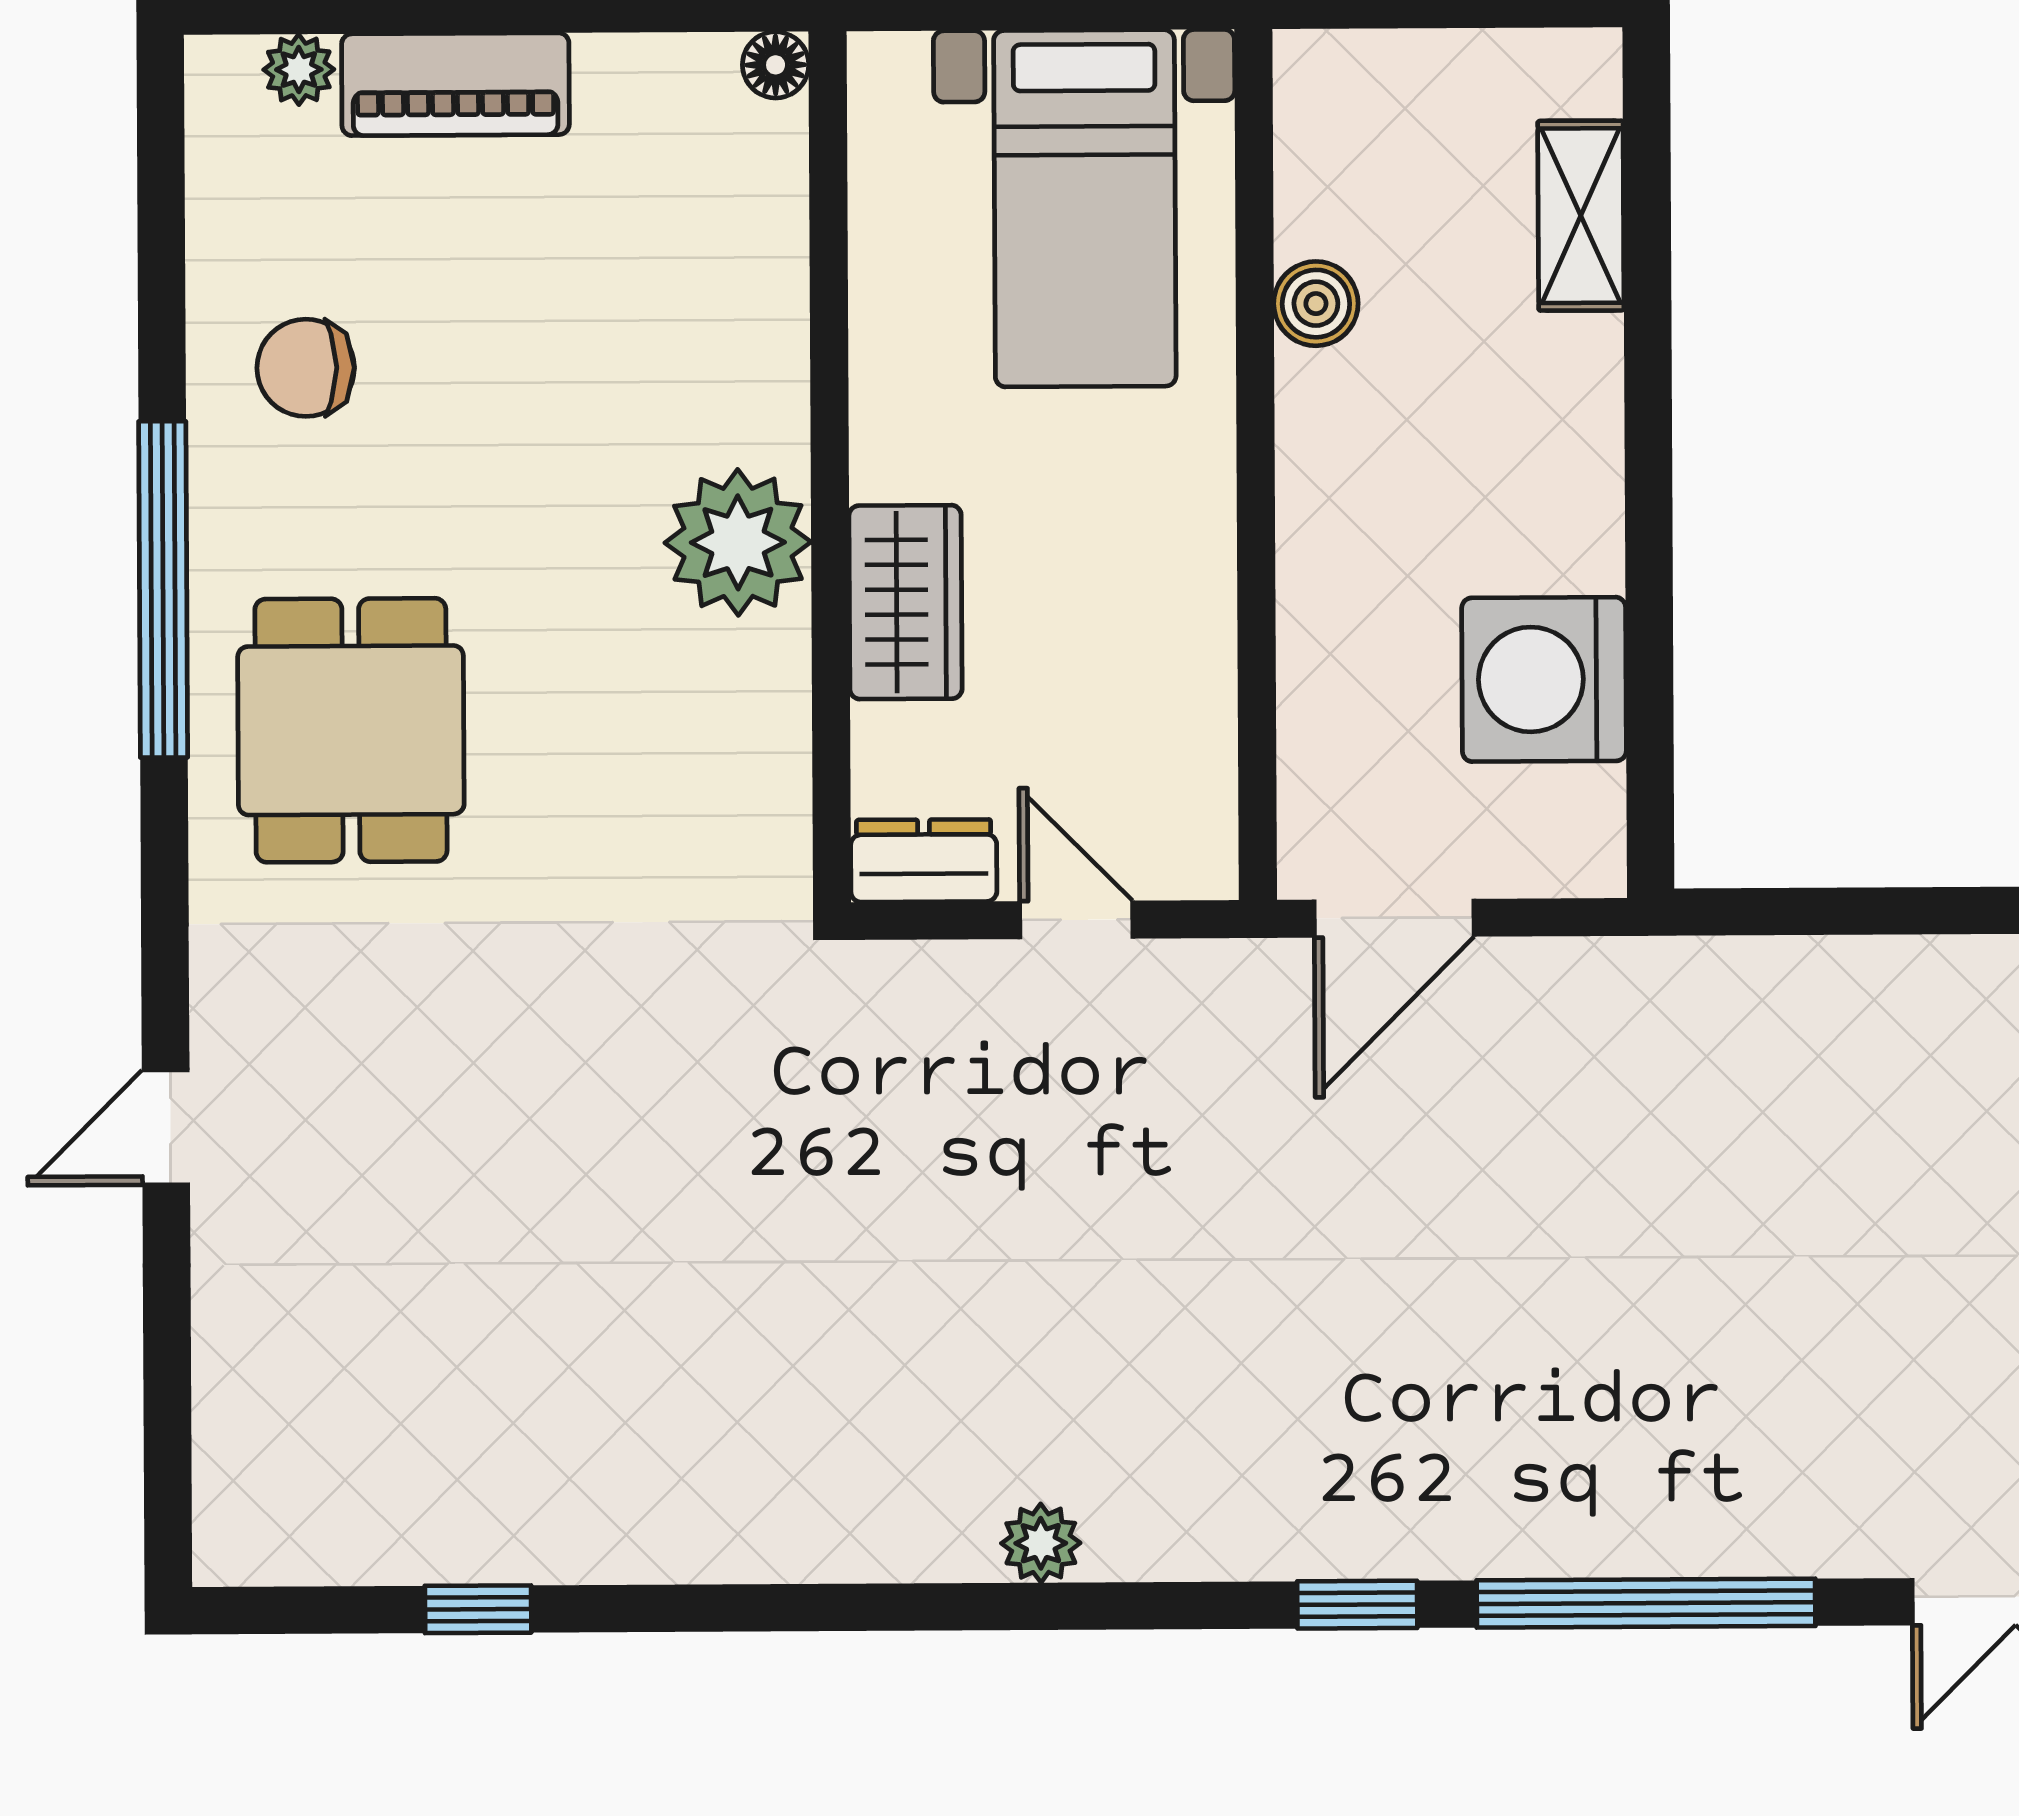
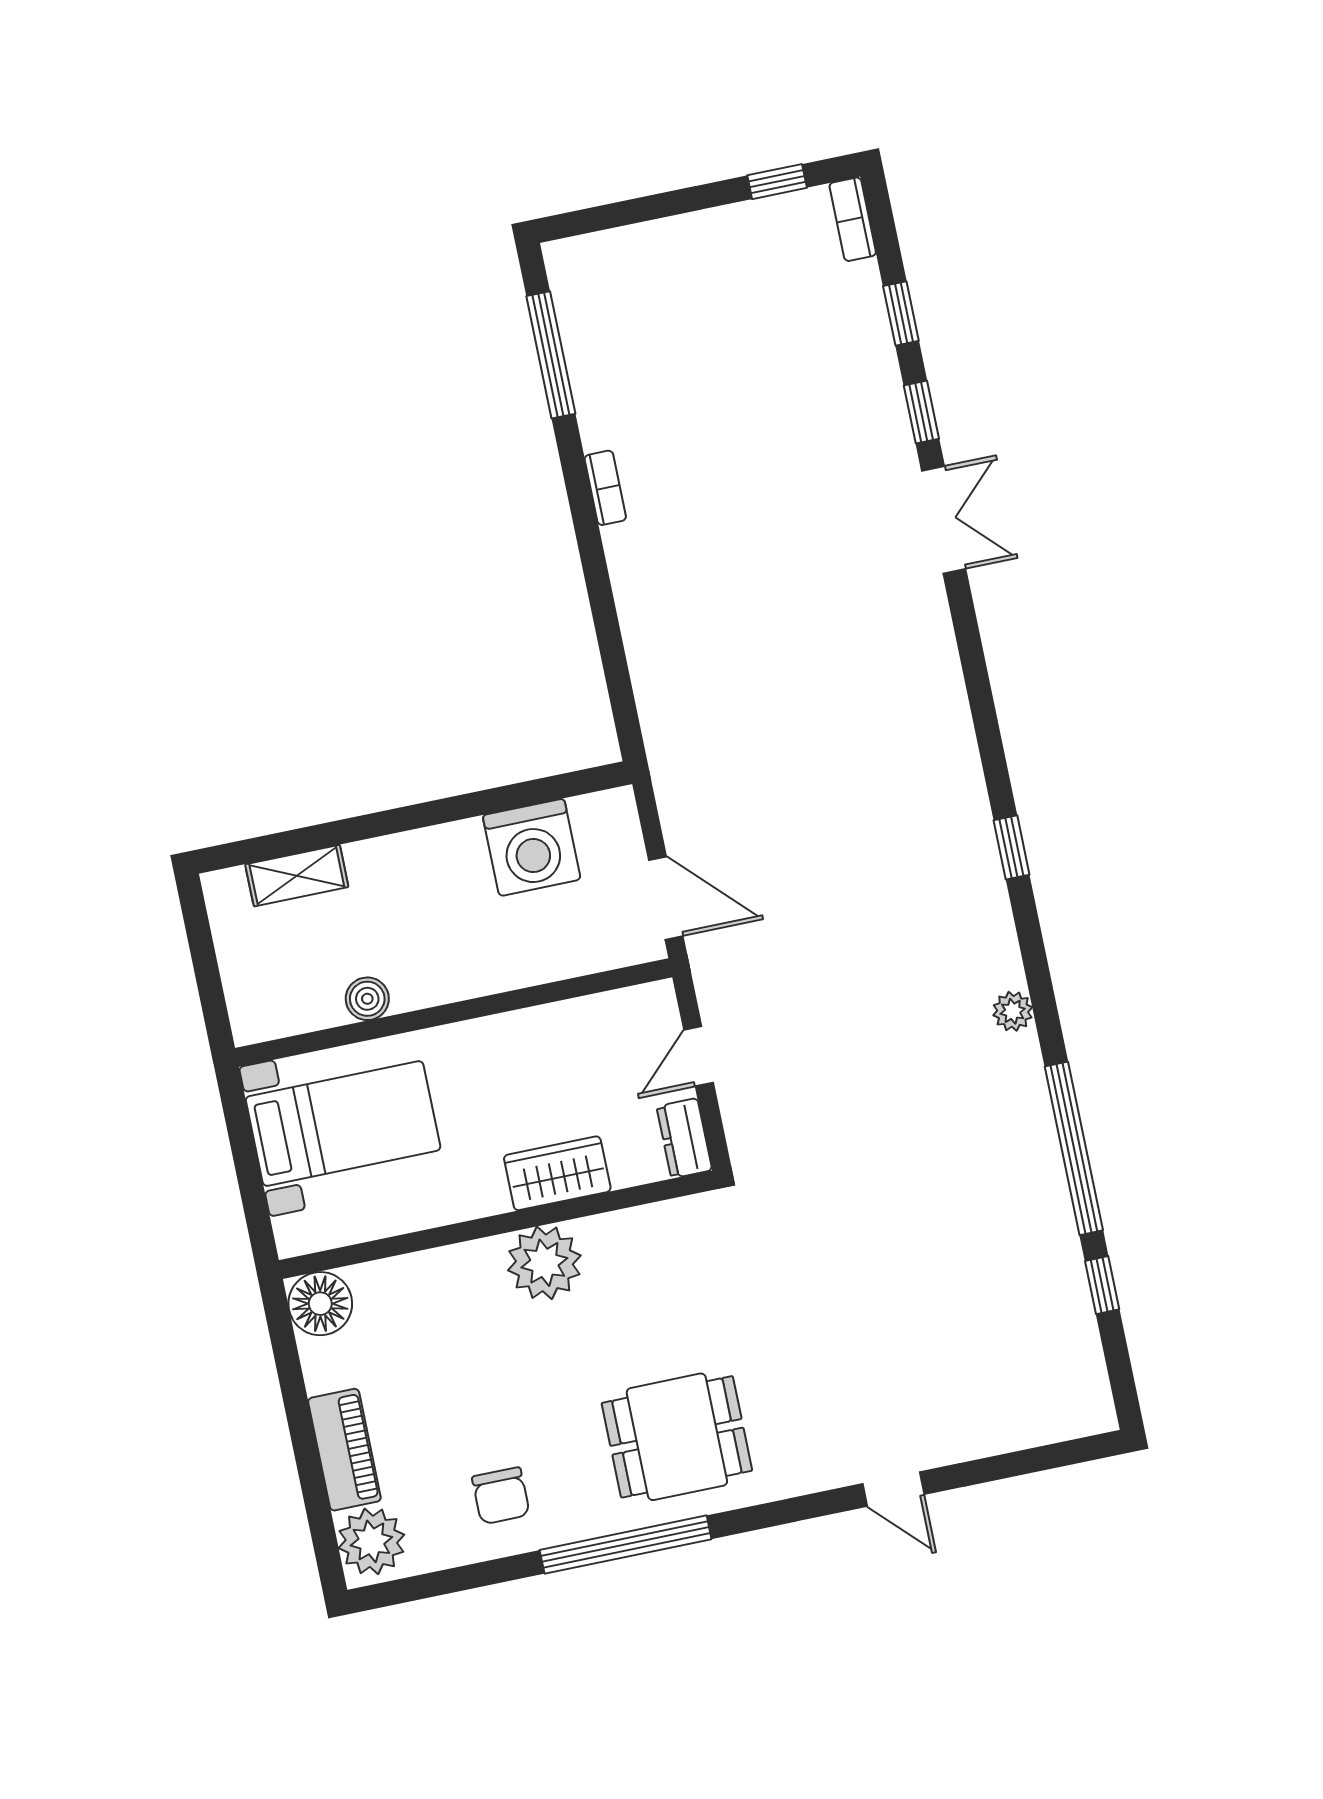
floor lamp: (776, 65) -> (320, 1304), width x1.89, depth x1.89
plant: (299, 70) -> (371, 1541), width x1.88, depth x1.88
window: (1646, 1603) -> (1074, 1148), moved

